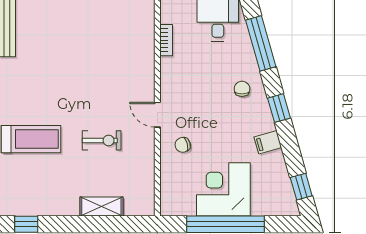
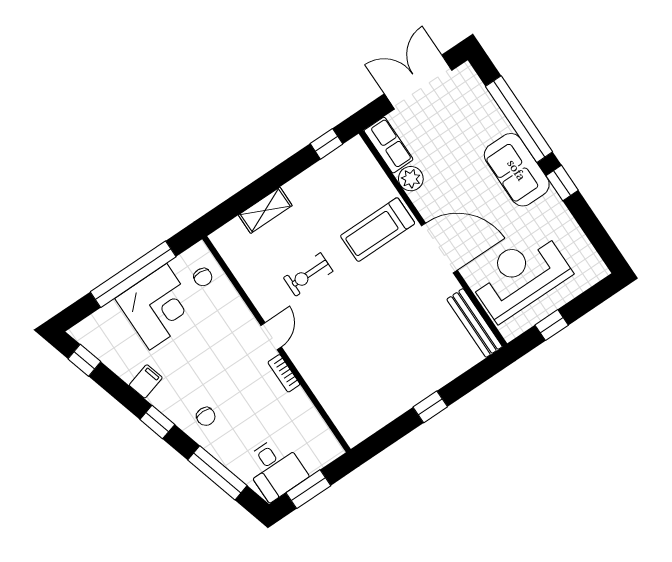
bookcase: (166, 40) -> (284, 373), moved
door: (157, 115) -> (271, 336), hinge flipped
chair: (183, 145) -> (203, 277), moved, turned 109

